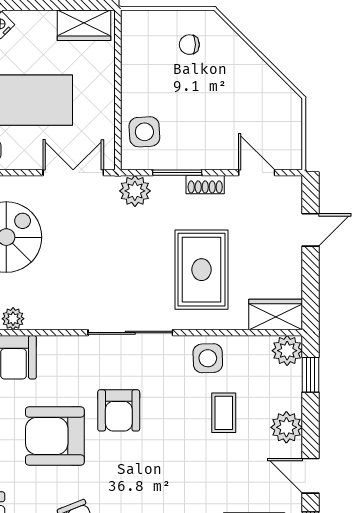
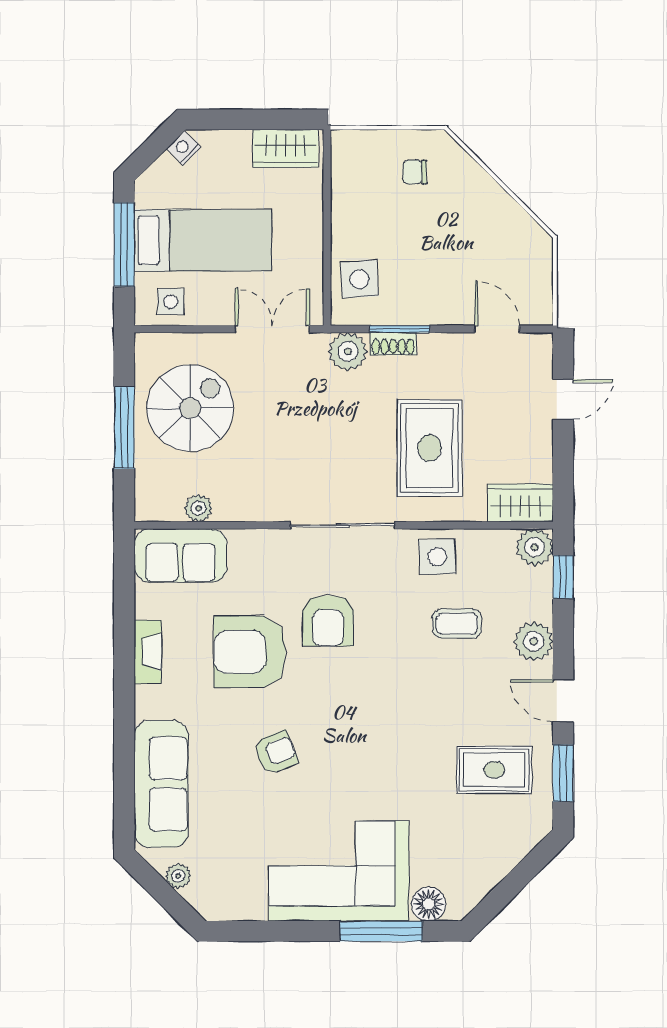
shoe rack: (205, 185) -> (393, 344), moved
coffee table: (224, 413) -> (457, 624), turned 90

